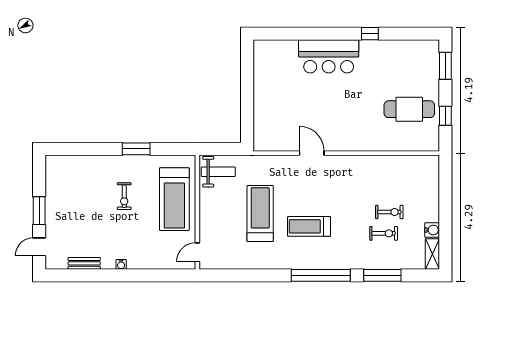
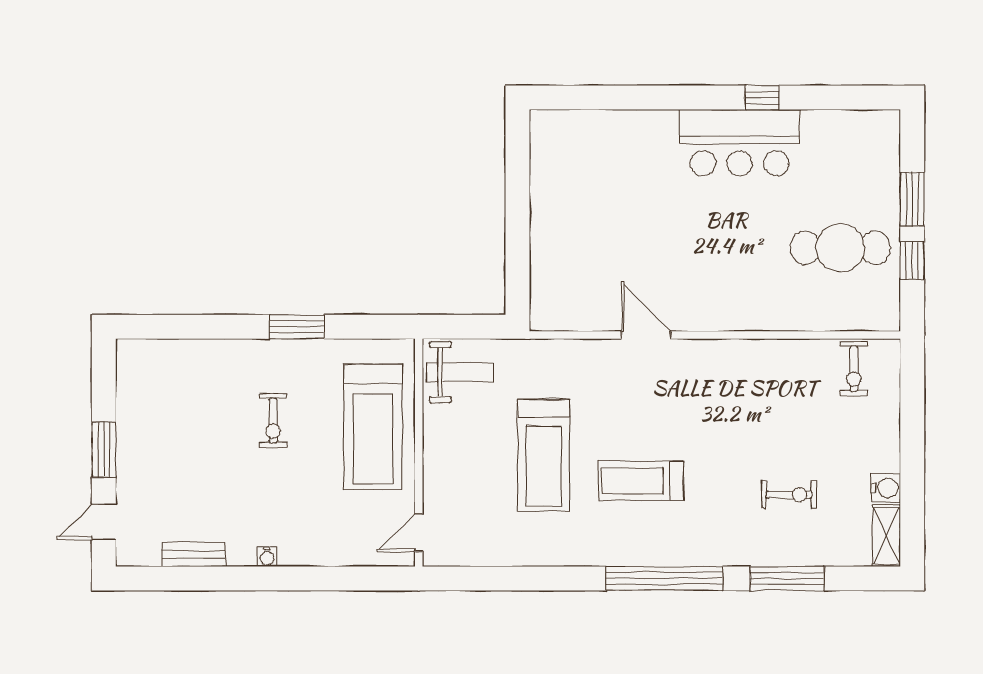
bar counter: (329, 56) -> (740, 143), moved
window: (445, 66) -> (912, 199), moved
exercise bike: (389, 212) -> (854, 369), moved, turned 90
treadmill: (260, 213) -> (544, 455), turned 180

